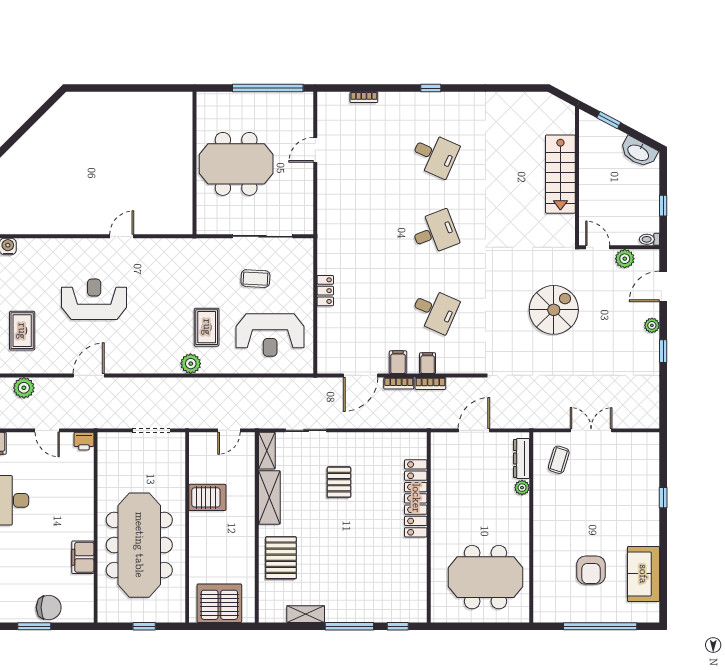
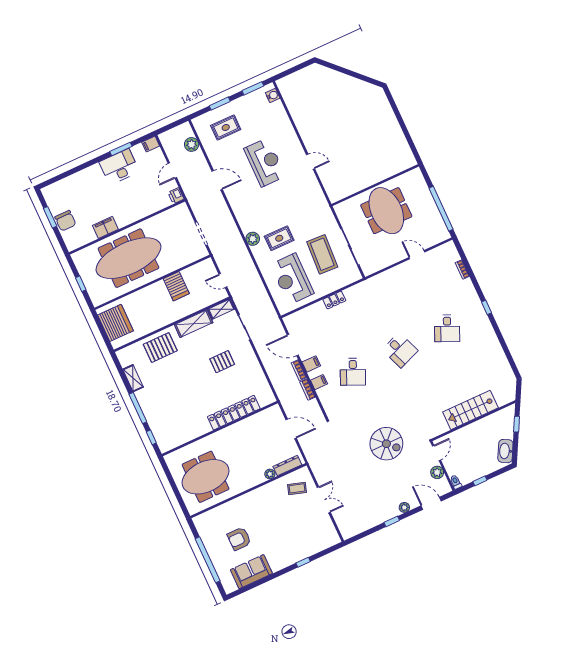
coffee table: (255, 279) -> (322, 254), width x1.86, depth x1.72
meeting table: (485, 577) -> (206, 477), turned 90

